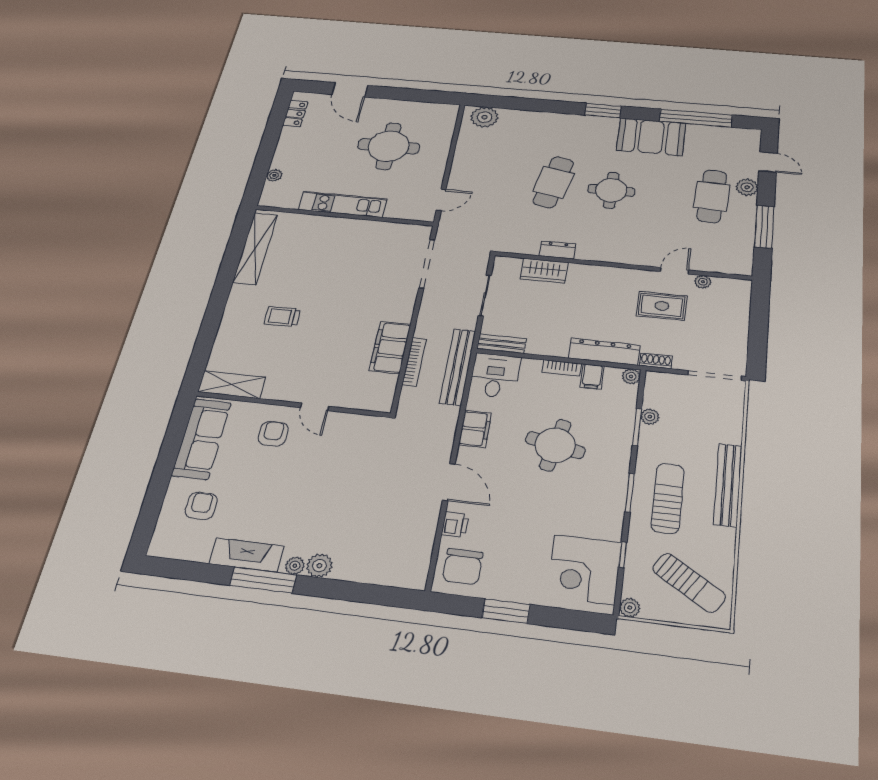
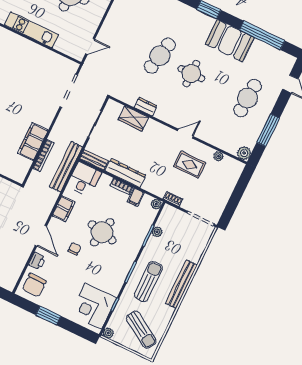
plant: (747, 187) -> (244, 153), moved
door: (674, 271) -> (185, 134), moved
dresser: (604, 352) -> (125, 173), moved
chair: (516, 485) -> (74, 249), added

